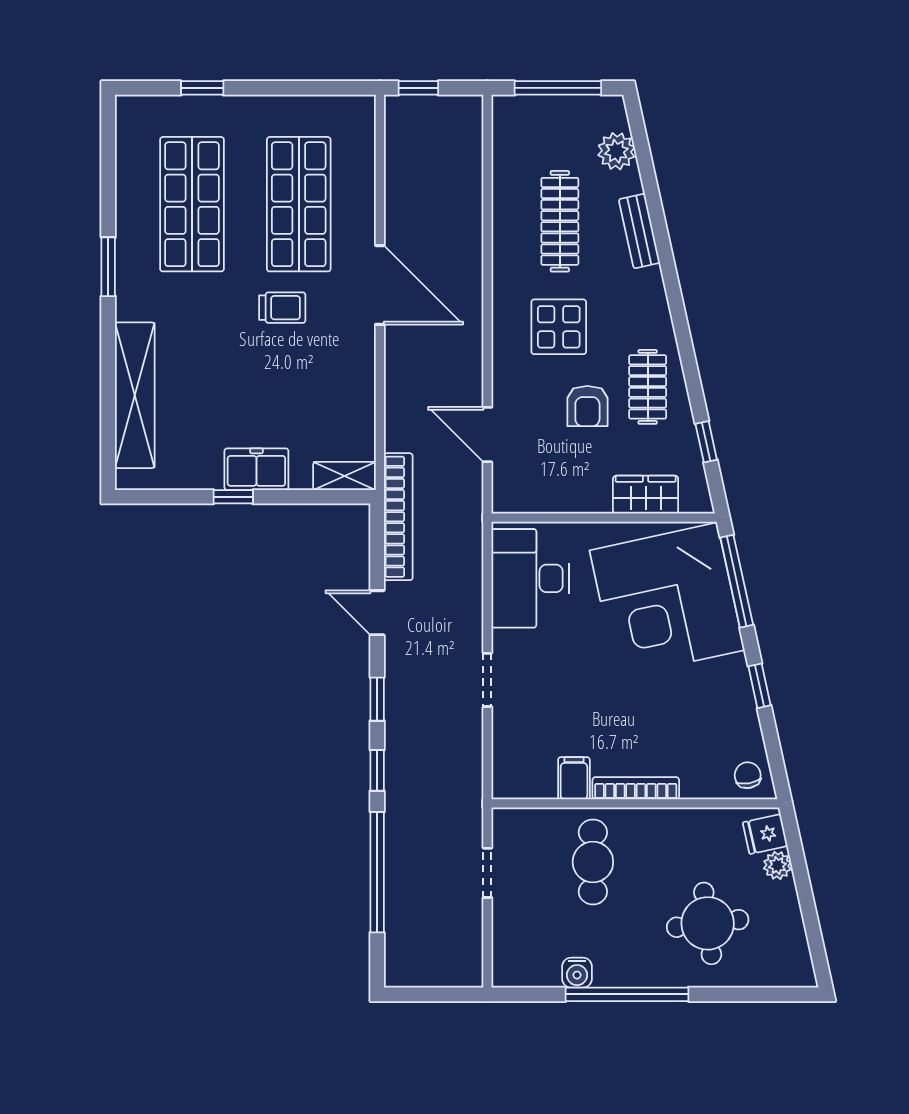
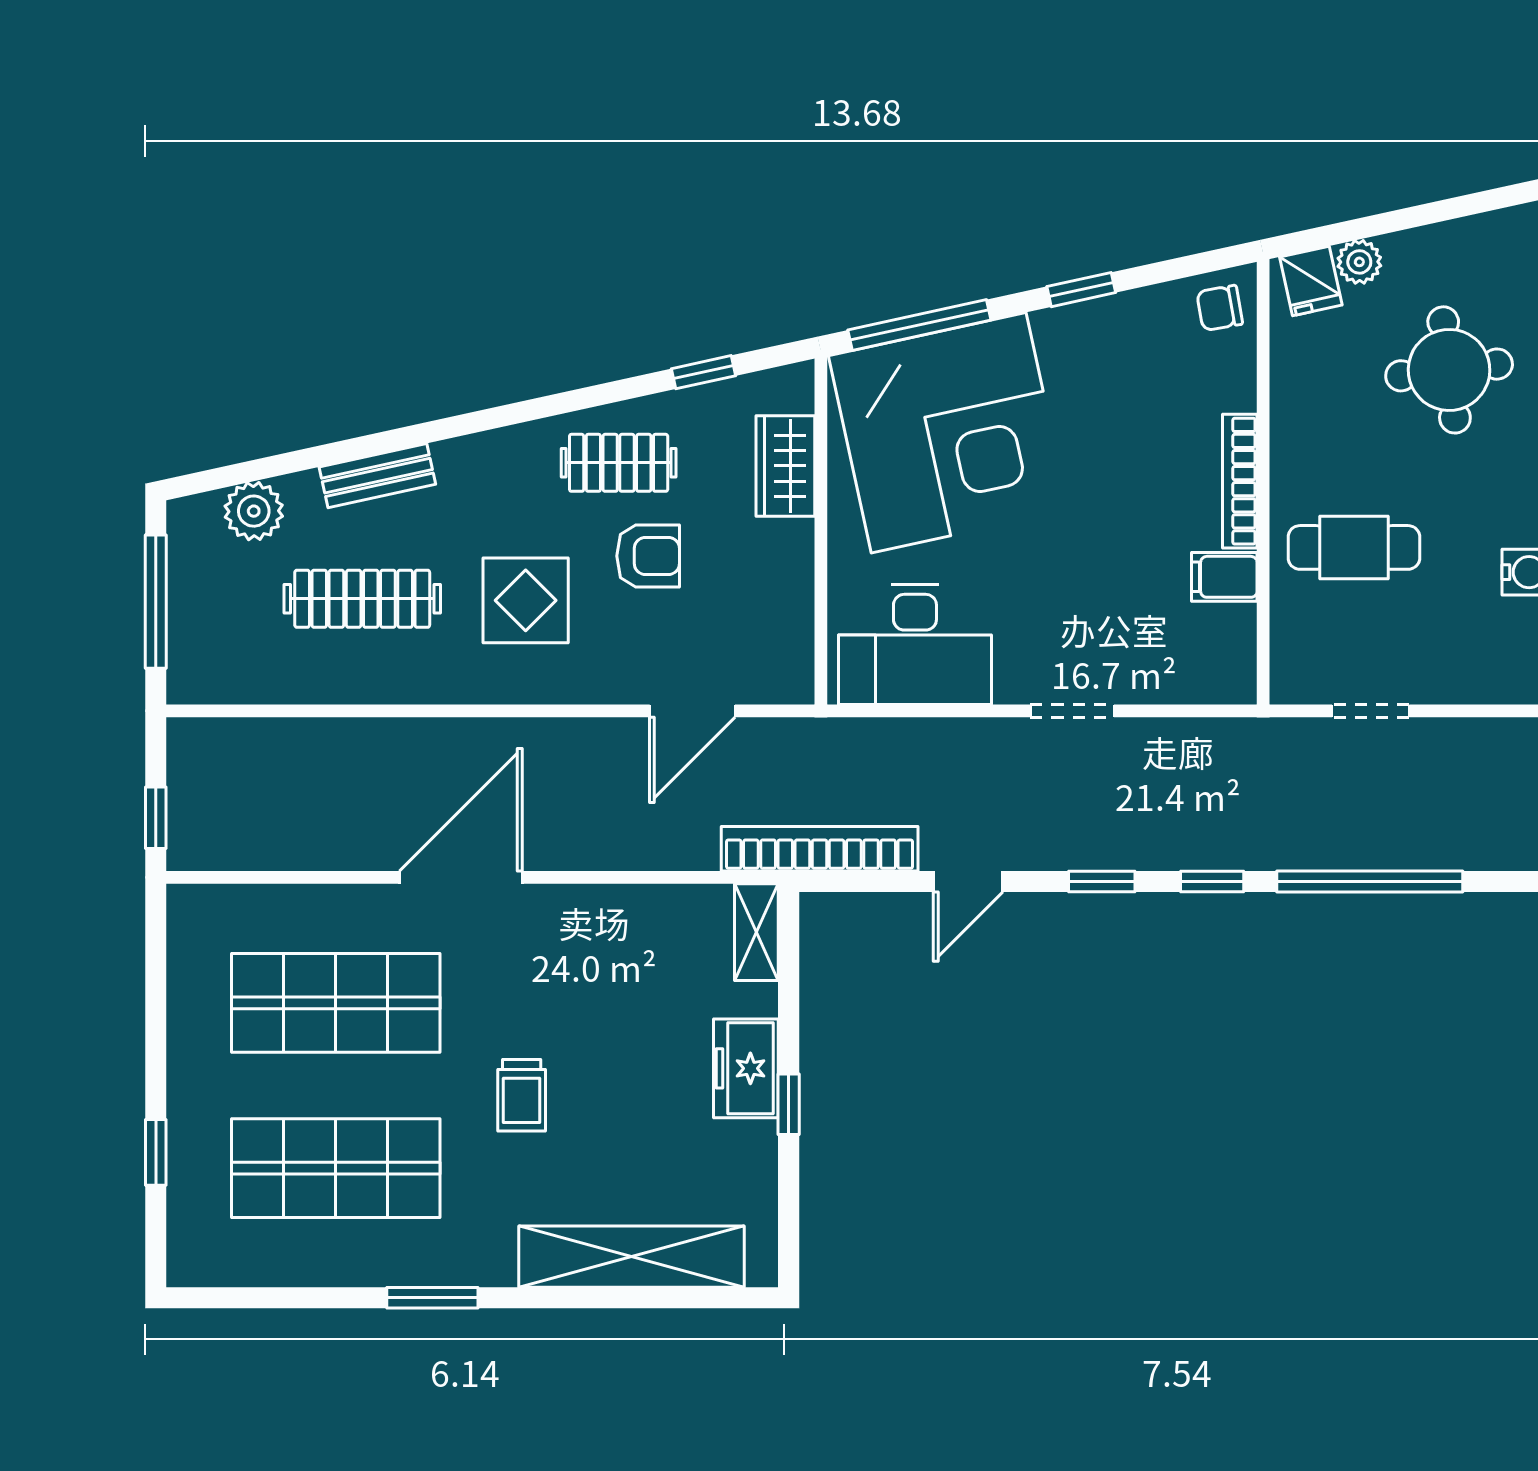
trolley: (282, 308) -> (522, 1095), moved, turned 180

